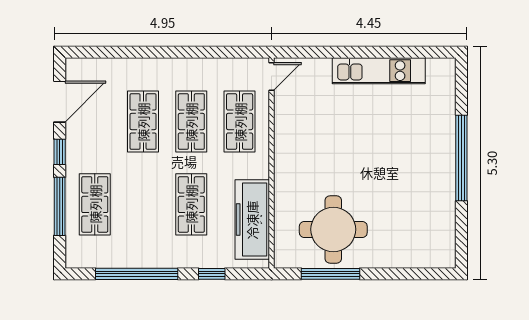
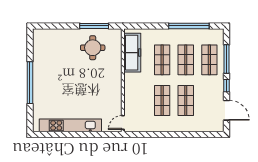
kitchen unit: (379, 71) -> (70, 125), width x1.36
door: (60, 102) -> (227, 110), swing flipped
shop shelf: (240, 122) -> (186, 60), moved
round table: (333, 229) -> (93, 48), width x0.73, depth x0.73
window: (212, 274) -> (152, 26), removed

